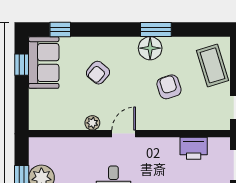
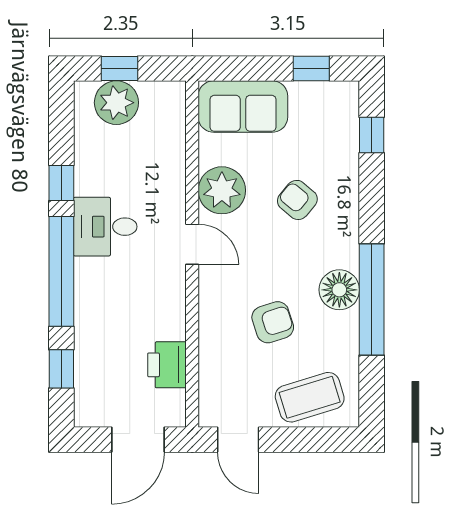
window: (156, 30) -> (372, 300), width x2.11
sofa: (44, 63) -> (243, 107), moved
plant: (92, 123) -> (222, 190), width x1.88, depth x1.88

